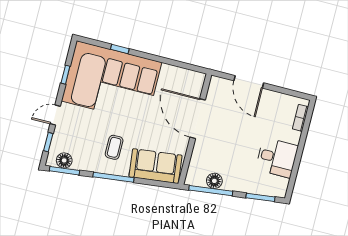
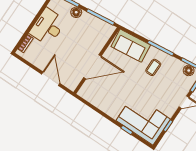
corner sofa: (112, 82) -> (143, 120), width x0.73, depth x0.74
door: (198, 119) -> (92, 67), hinge flipped
desk: (277, 158) -> (48, 27), width x1.37
floor lamp: (214, 181) -> (76, 12), moved

